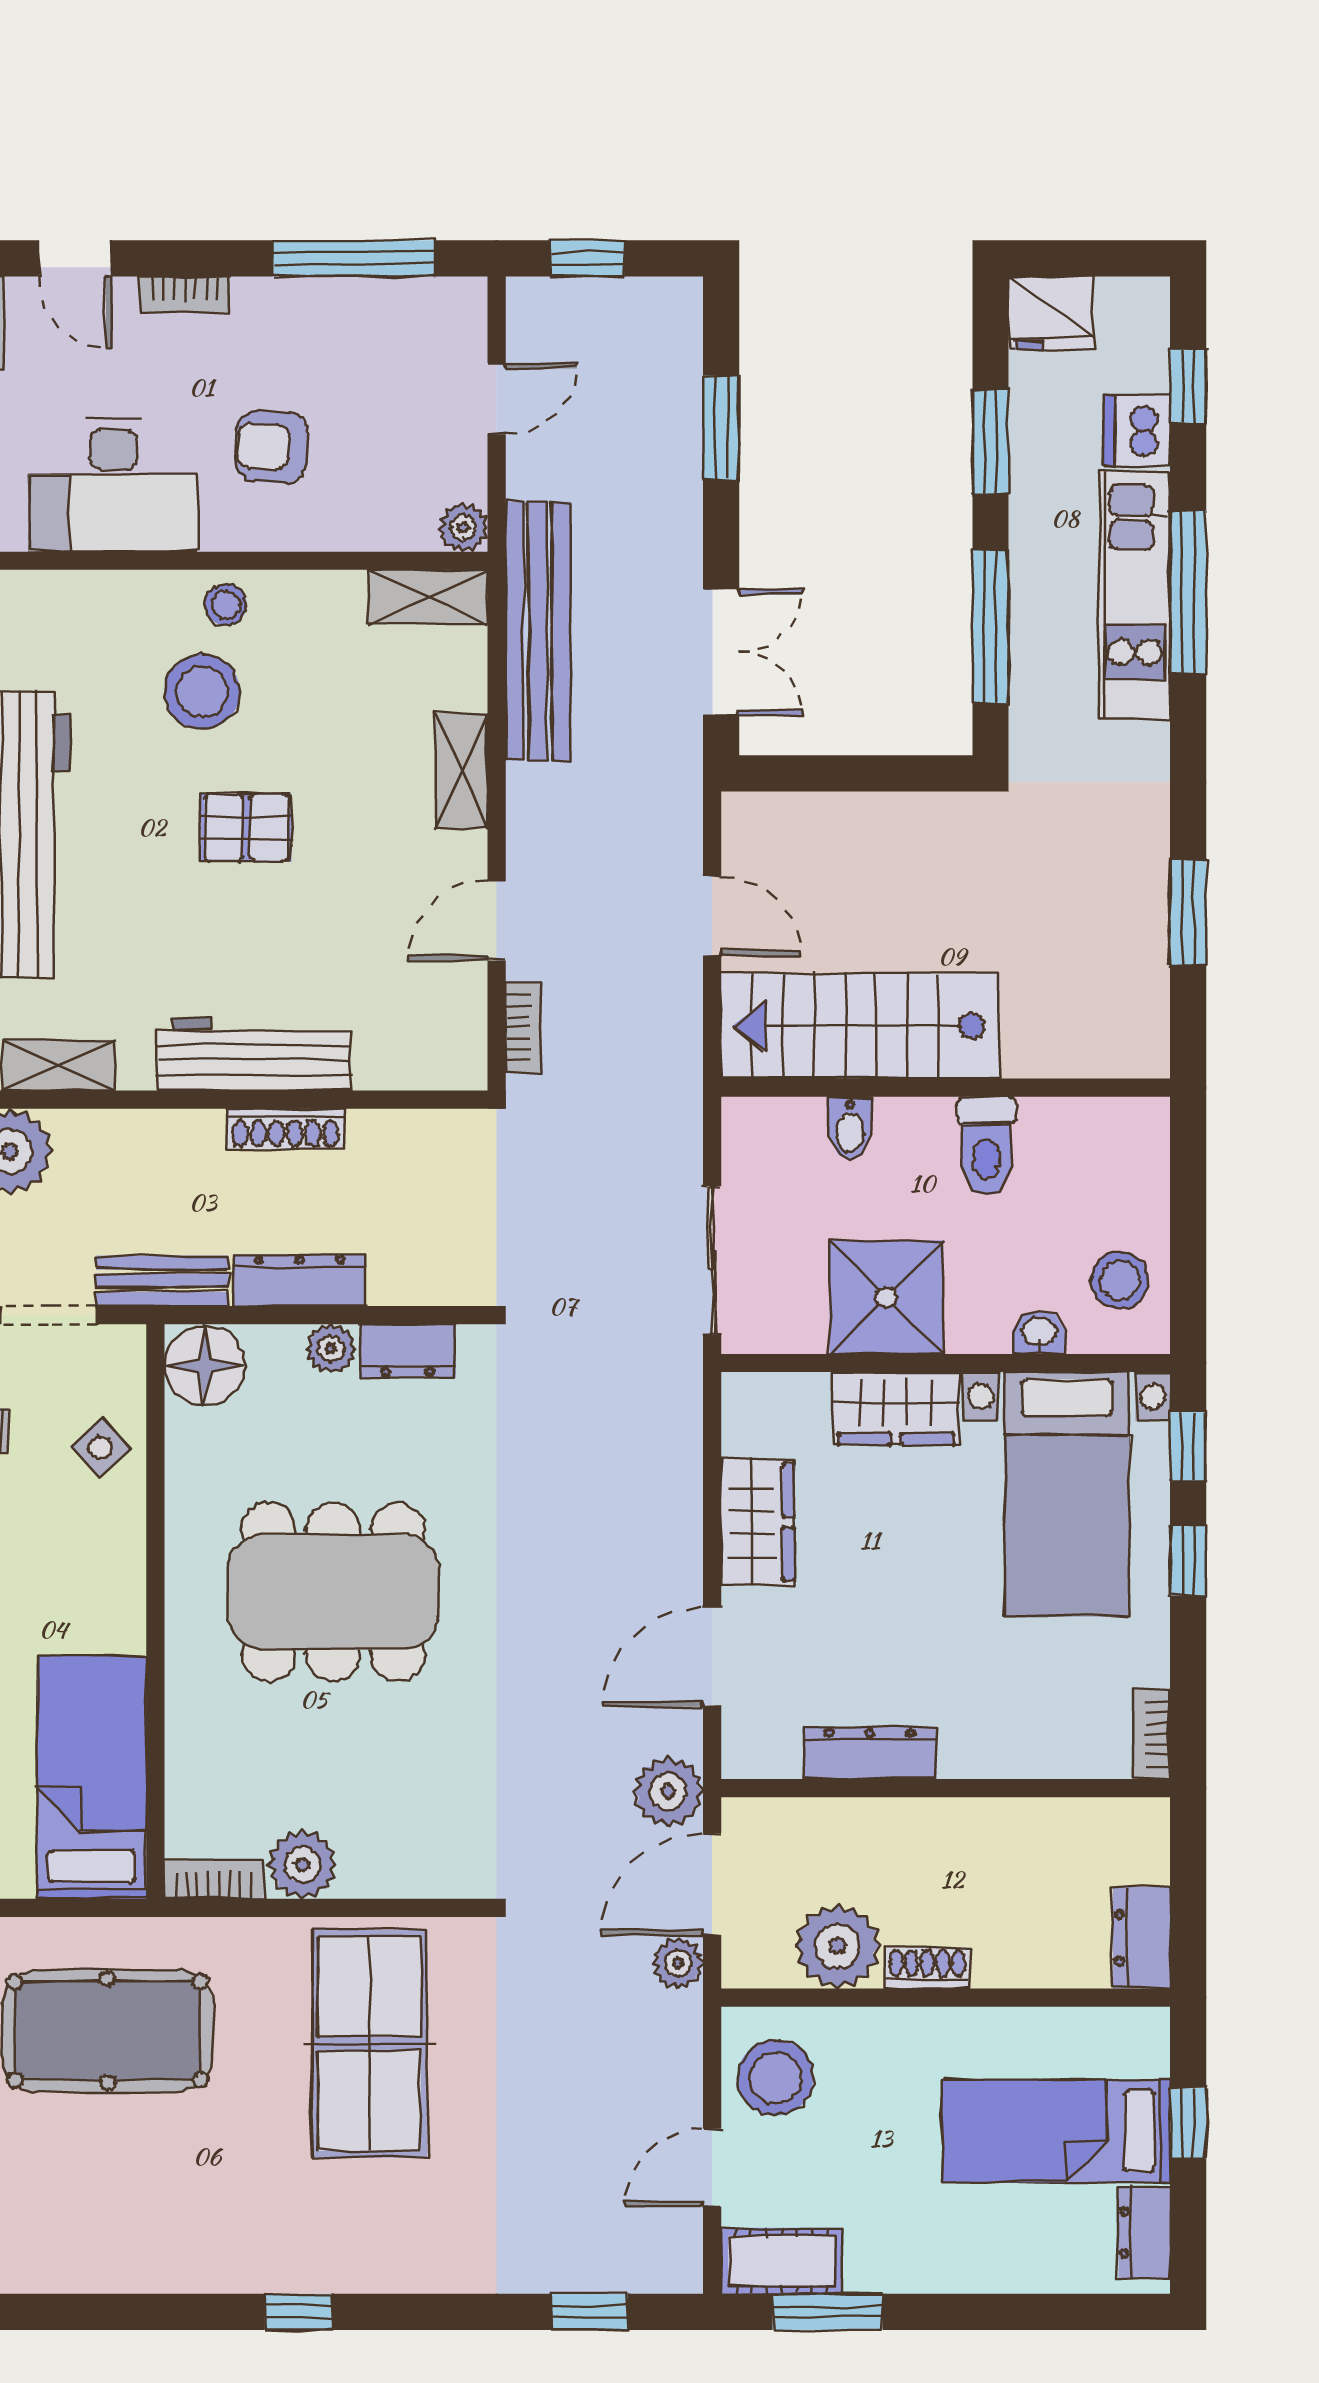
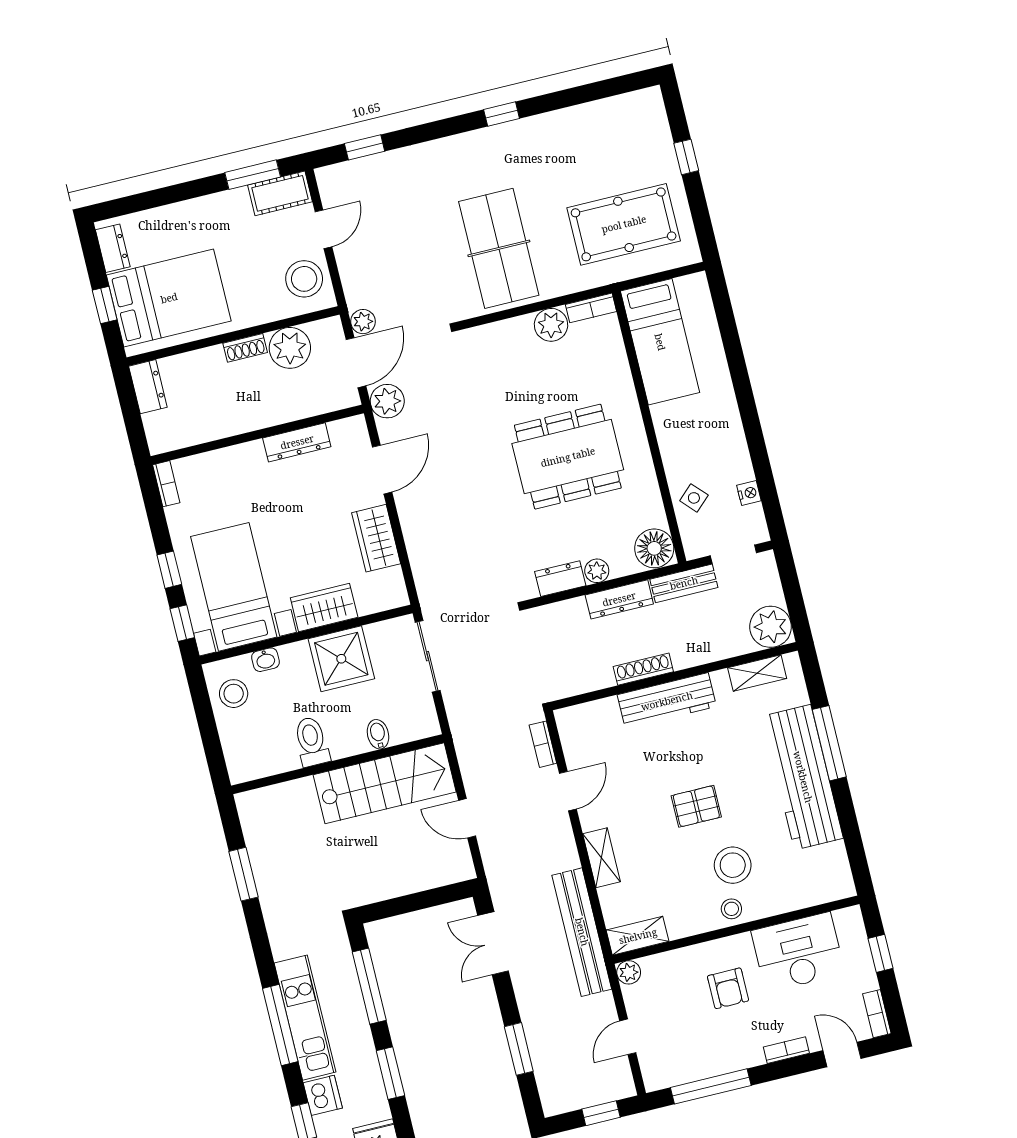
armchair: (272, 447) -> (728, 988), turned 87
bed: (1056, 2131) -> (169, 298), width x1.50

